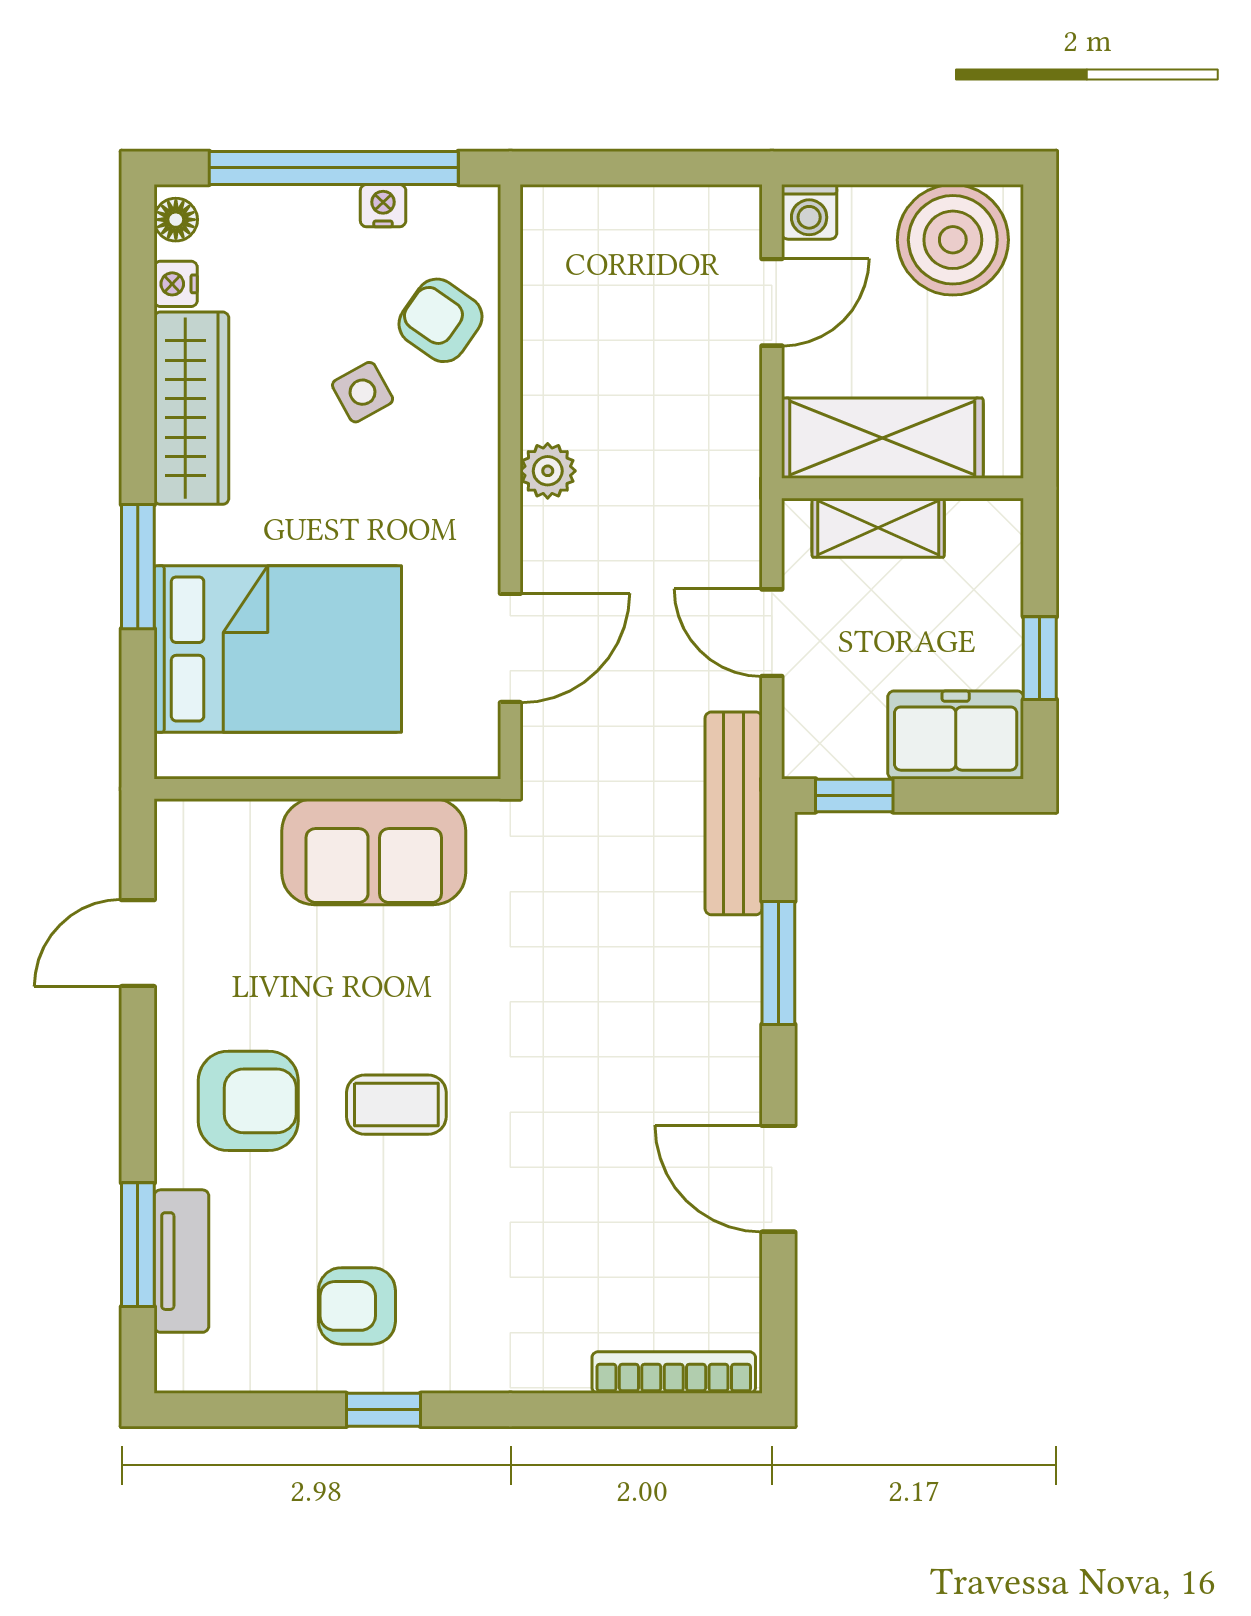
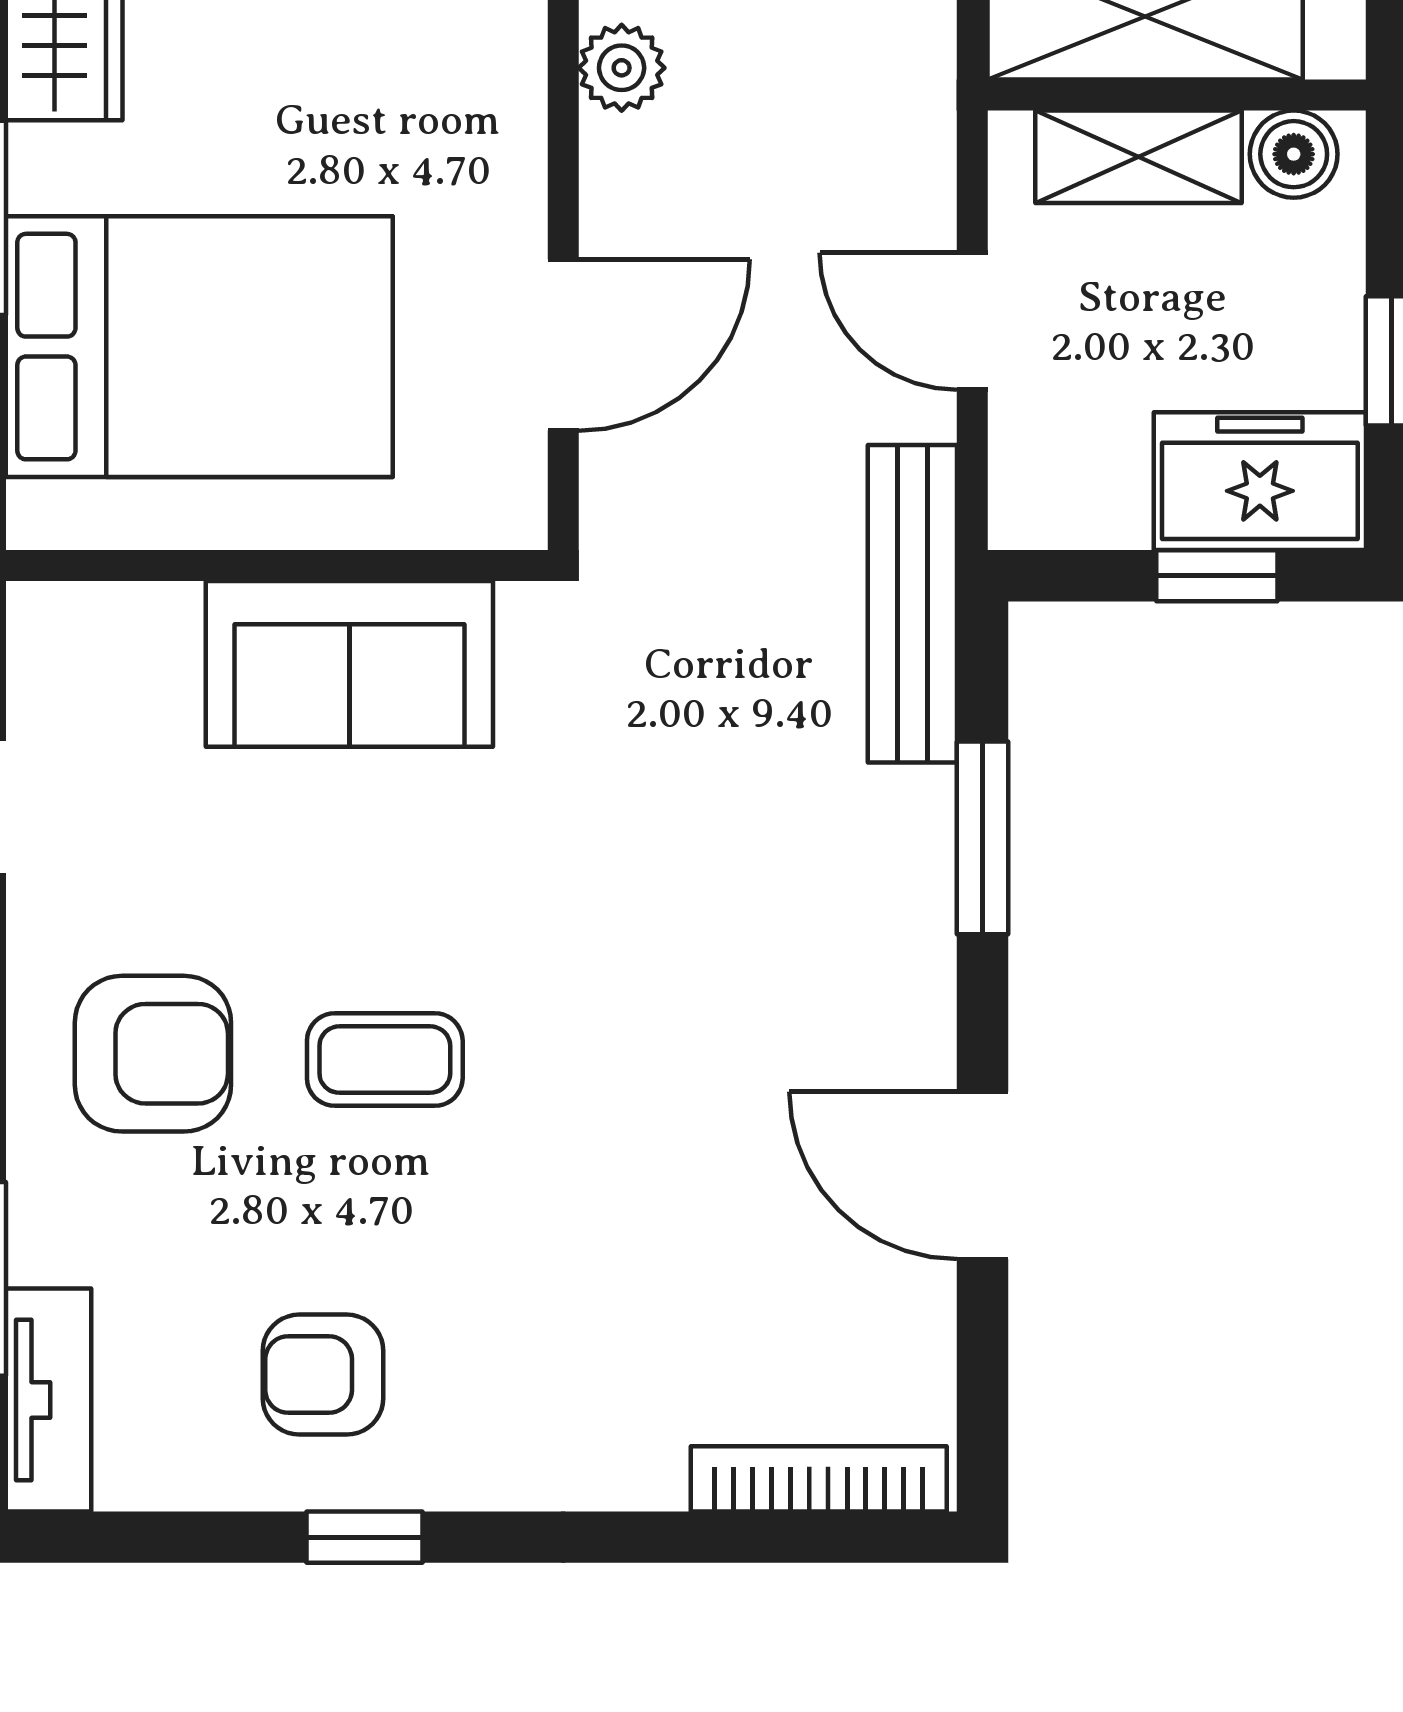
boiler: (977, 526) -> (1294, 154), added
window: (854, 795) -> (1217, 576), moved
tv unit: (181, 1261) -> (48, 1400), moved

